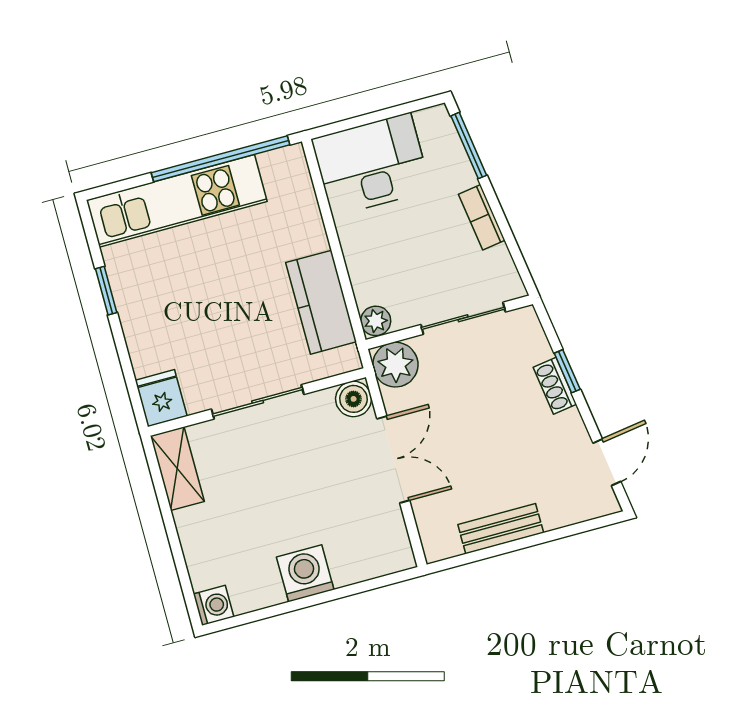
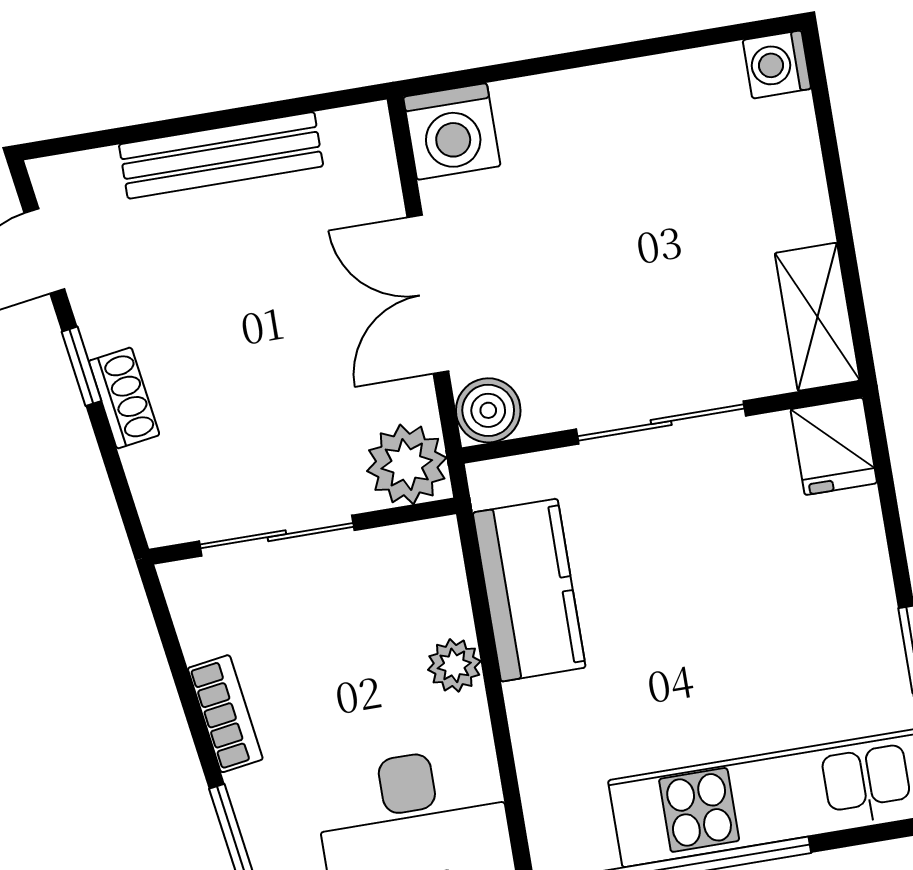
plant: (376, 321) -> (454, 665), moved
window: (567, 371) -> (81, 366), moved
bench: (501, 529) -> (221, 155), width x1.36
washing machine: (305, 573) -> (452, 131), moved

